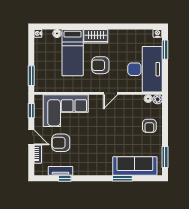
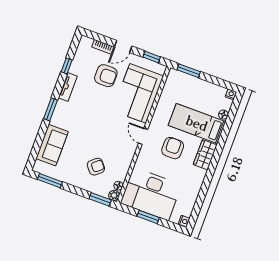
window: (165, 50) -> (148, 217), moved
door: (111, 93) -> (143, 136), moved
window: (165, 110) -> (100, 199), added
armchair: (149, 126) -> (96, 167), moved, turned 140
armchair: (61, 143) -> (106, 76), turned 90
sofa: (135, 166) -> (52, 145), width x0.73
tv unit: (61, 171) -> (68, 87), moved
window: (122, 178) -> (51, 109), moved

